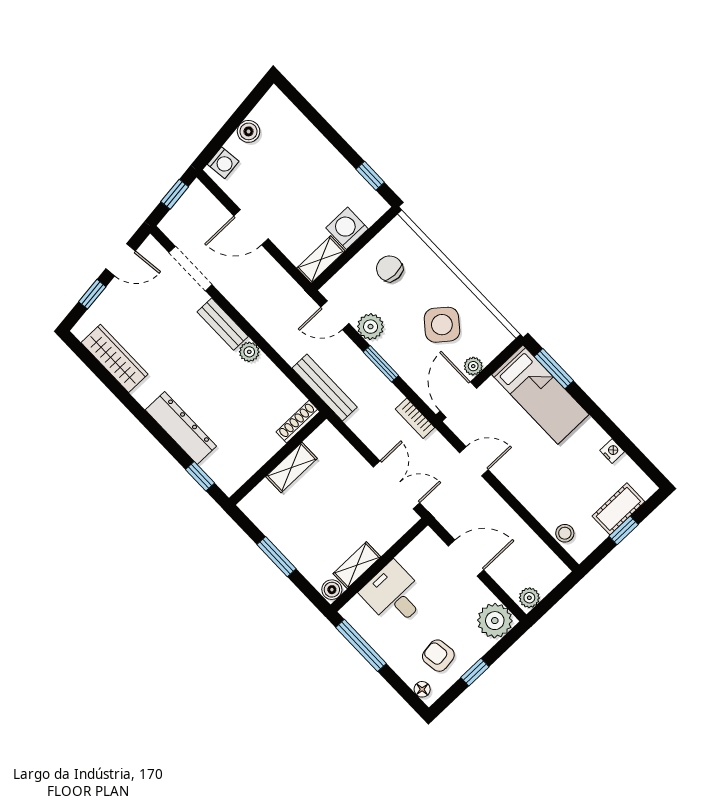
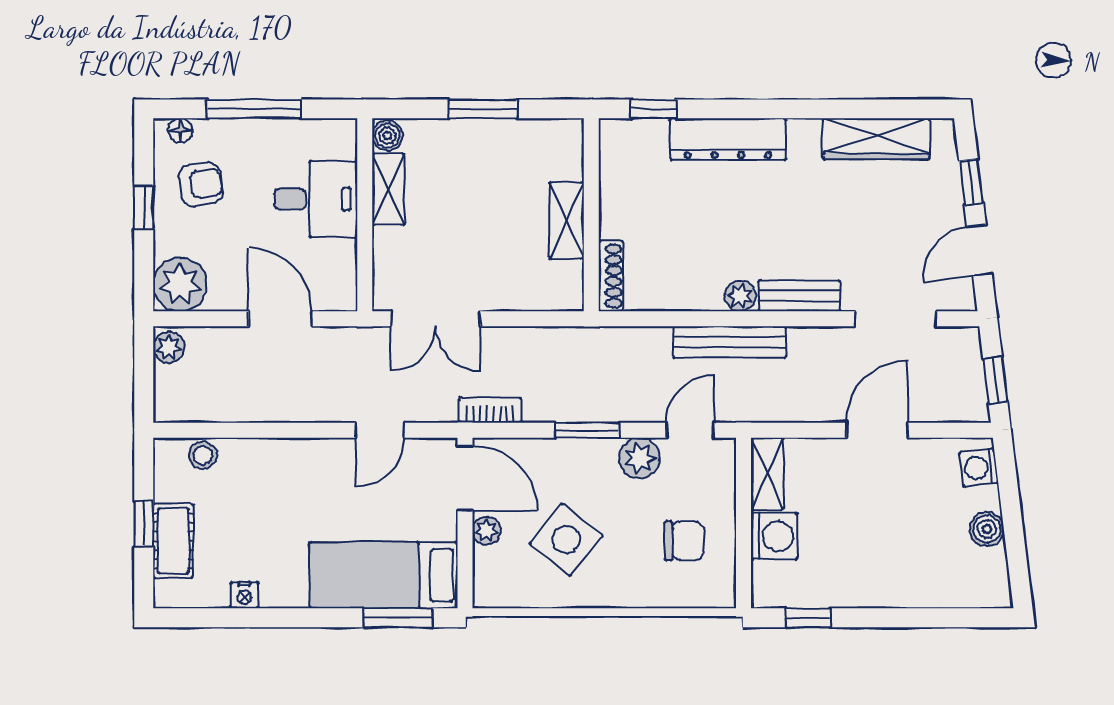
bench: (325, 388) -> (730, 342), moved
door: (466, 558) -> (280, 319), swing flipped
window: (361, 645) -> (254, 109), moved

